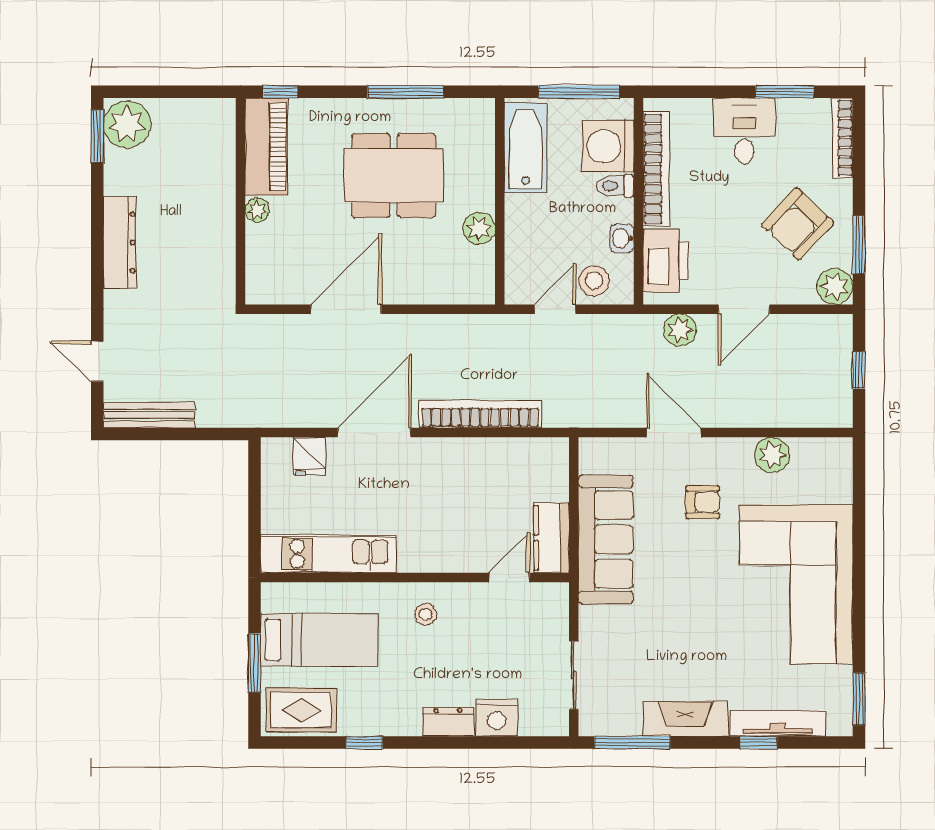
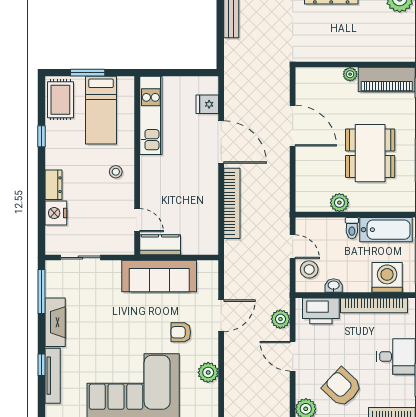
toilet: (615, 186) -> (352, 228), moved, turned 180
armchair: (703, 502) -> (181, 332), turned 90

